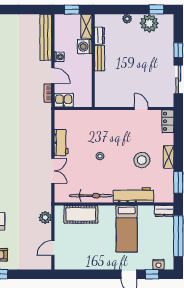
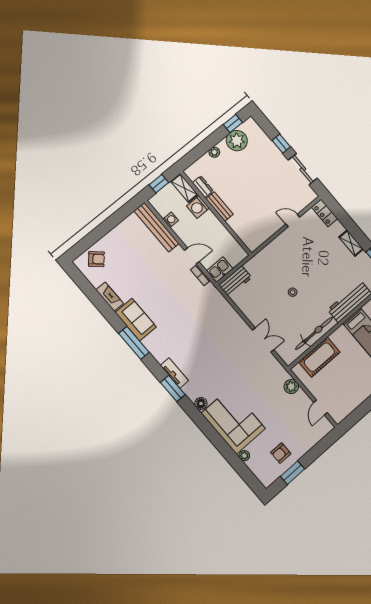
washing machine: (59, 57) -> (171, 220), moved
workbench: (61, 143) -> (235, 281), moved, turned 90
stool: (142, 160) -> (331, 265), removed

